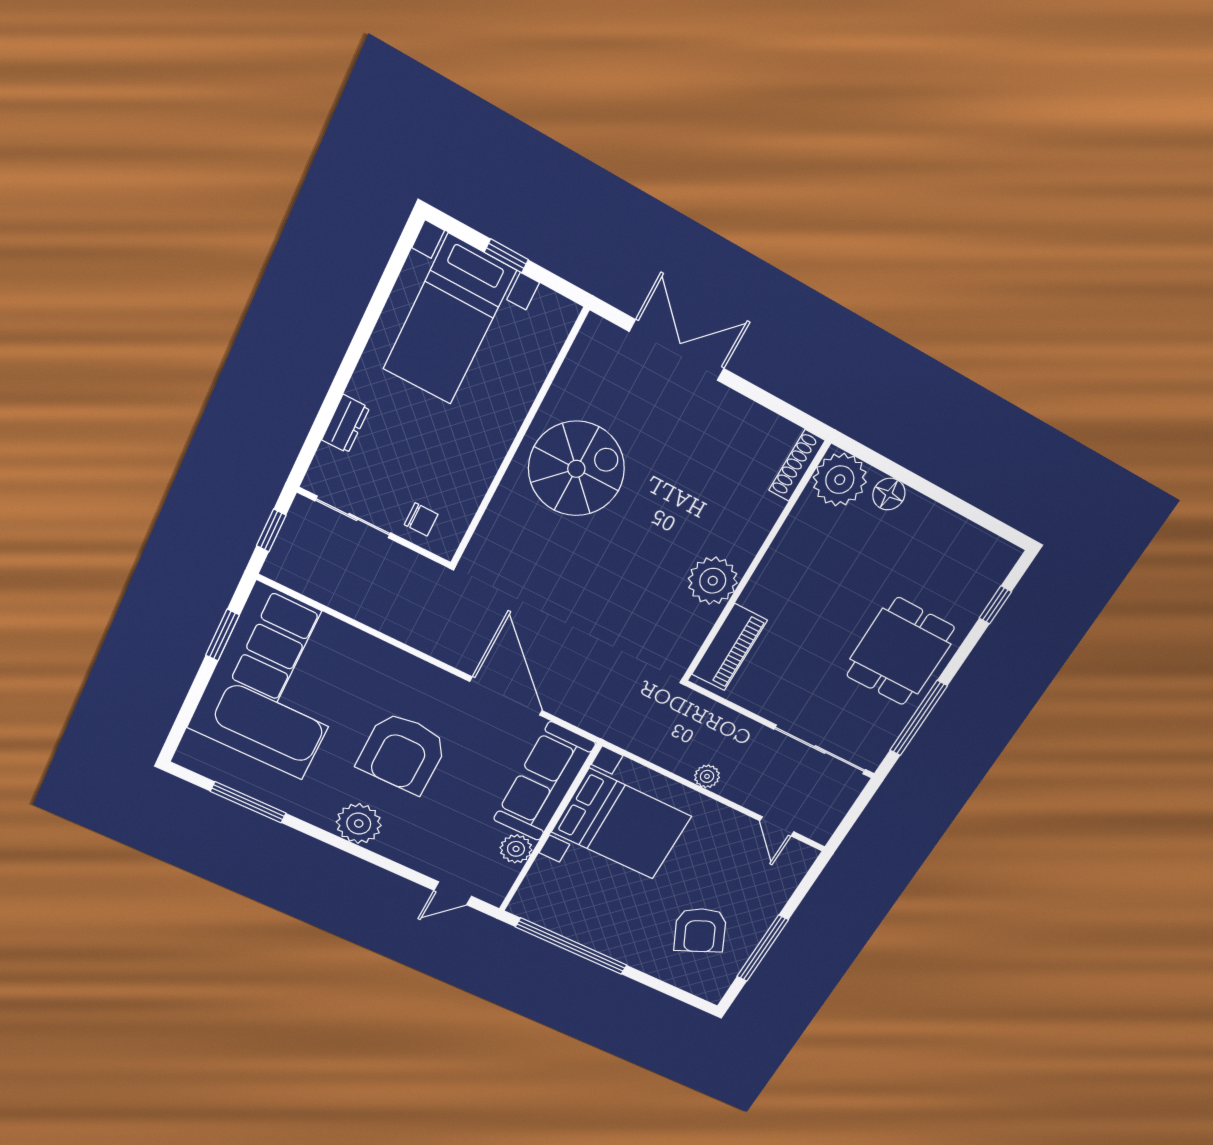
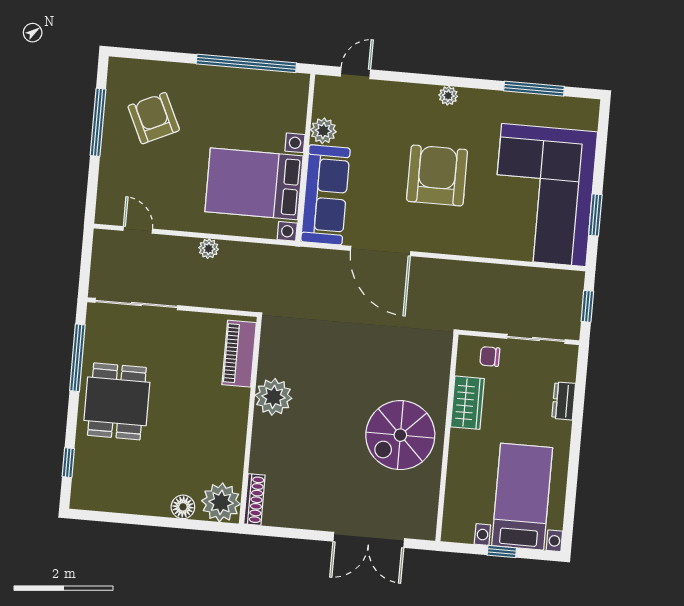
wardrobe: (473, 474) -> (467, 403), added
plant: (359, 824) -> (448, 96), width x0.53, depth x0.53

